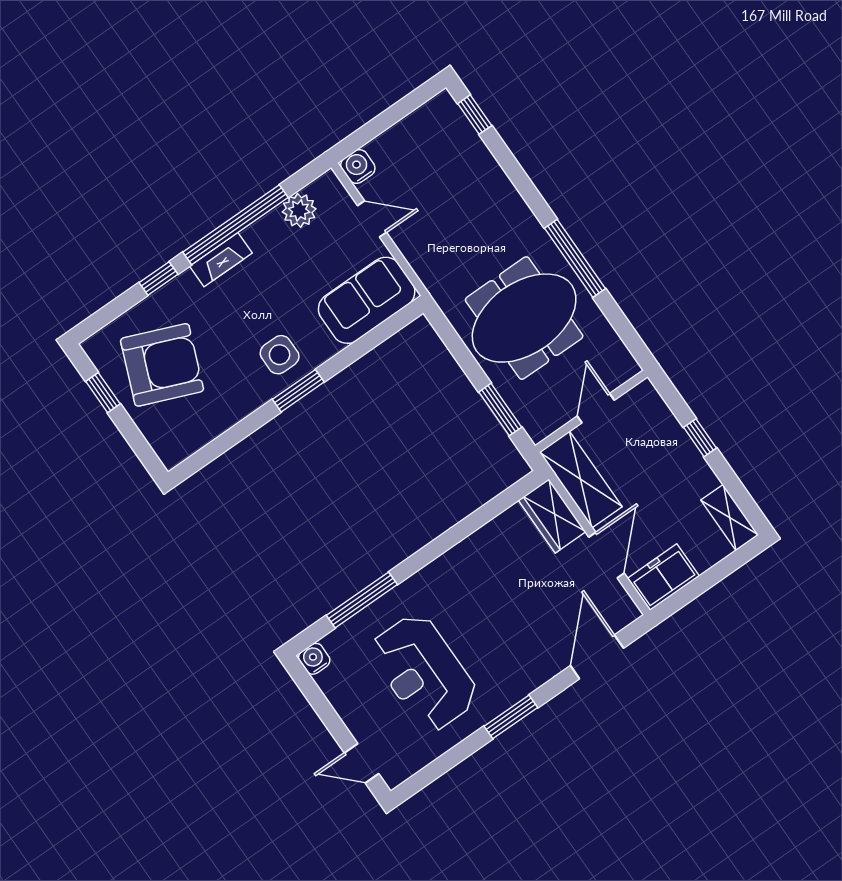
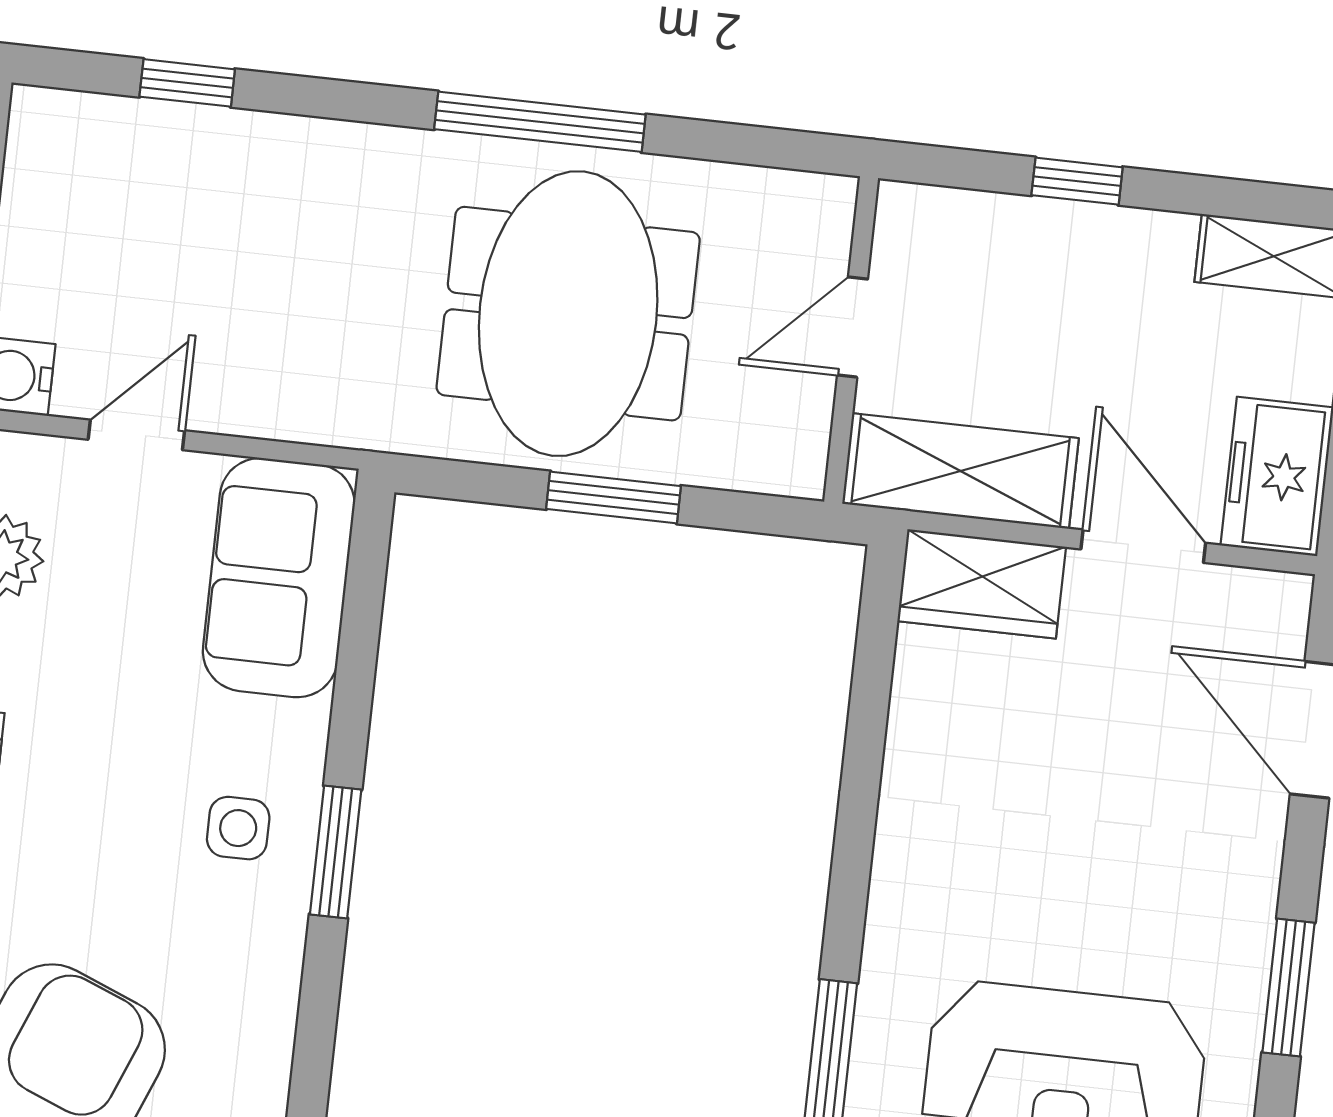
window: (475, 115) -> (187, 83), moved
side table: (280, 355) -> (238, 828), width x0.73, depth x0.73
door: (596, 408) -> (853, 327), hinge flipped
window: (500, 410) -> (614, 497), moved

